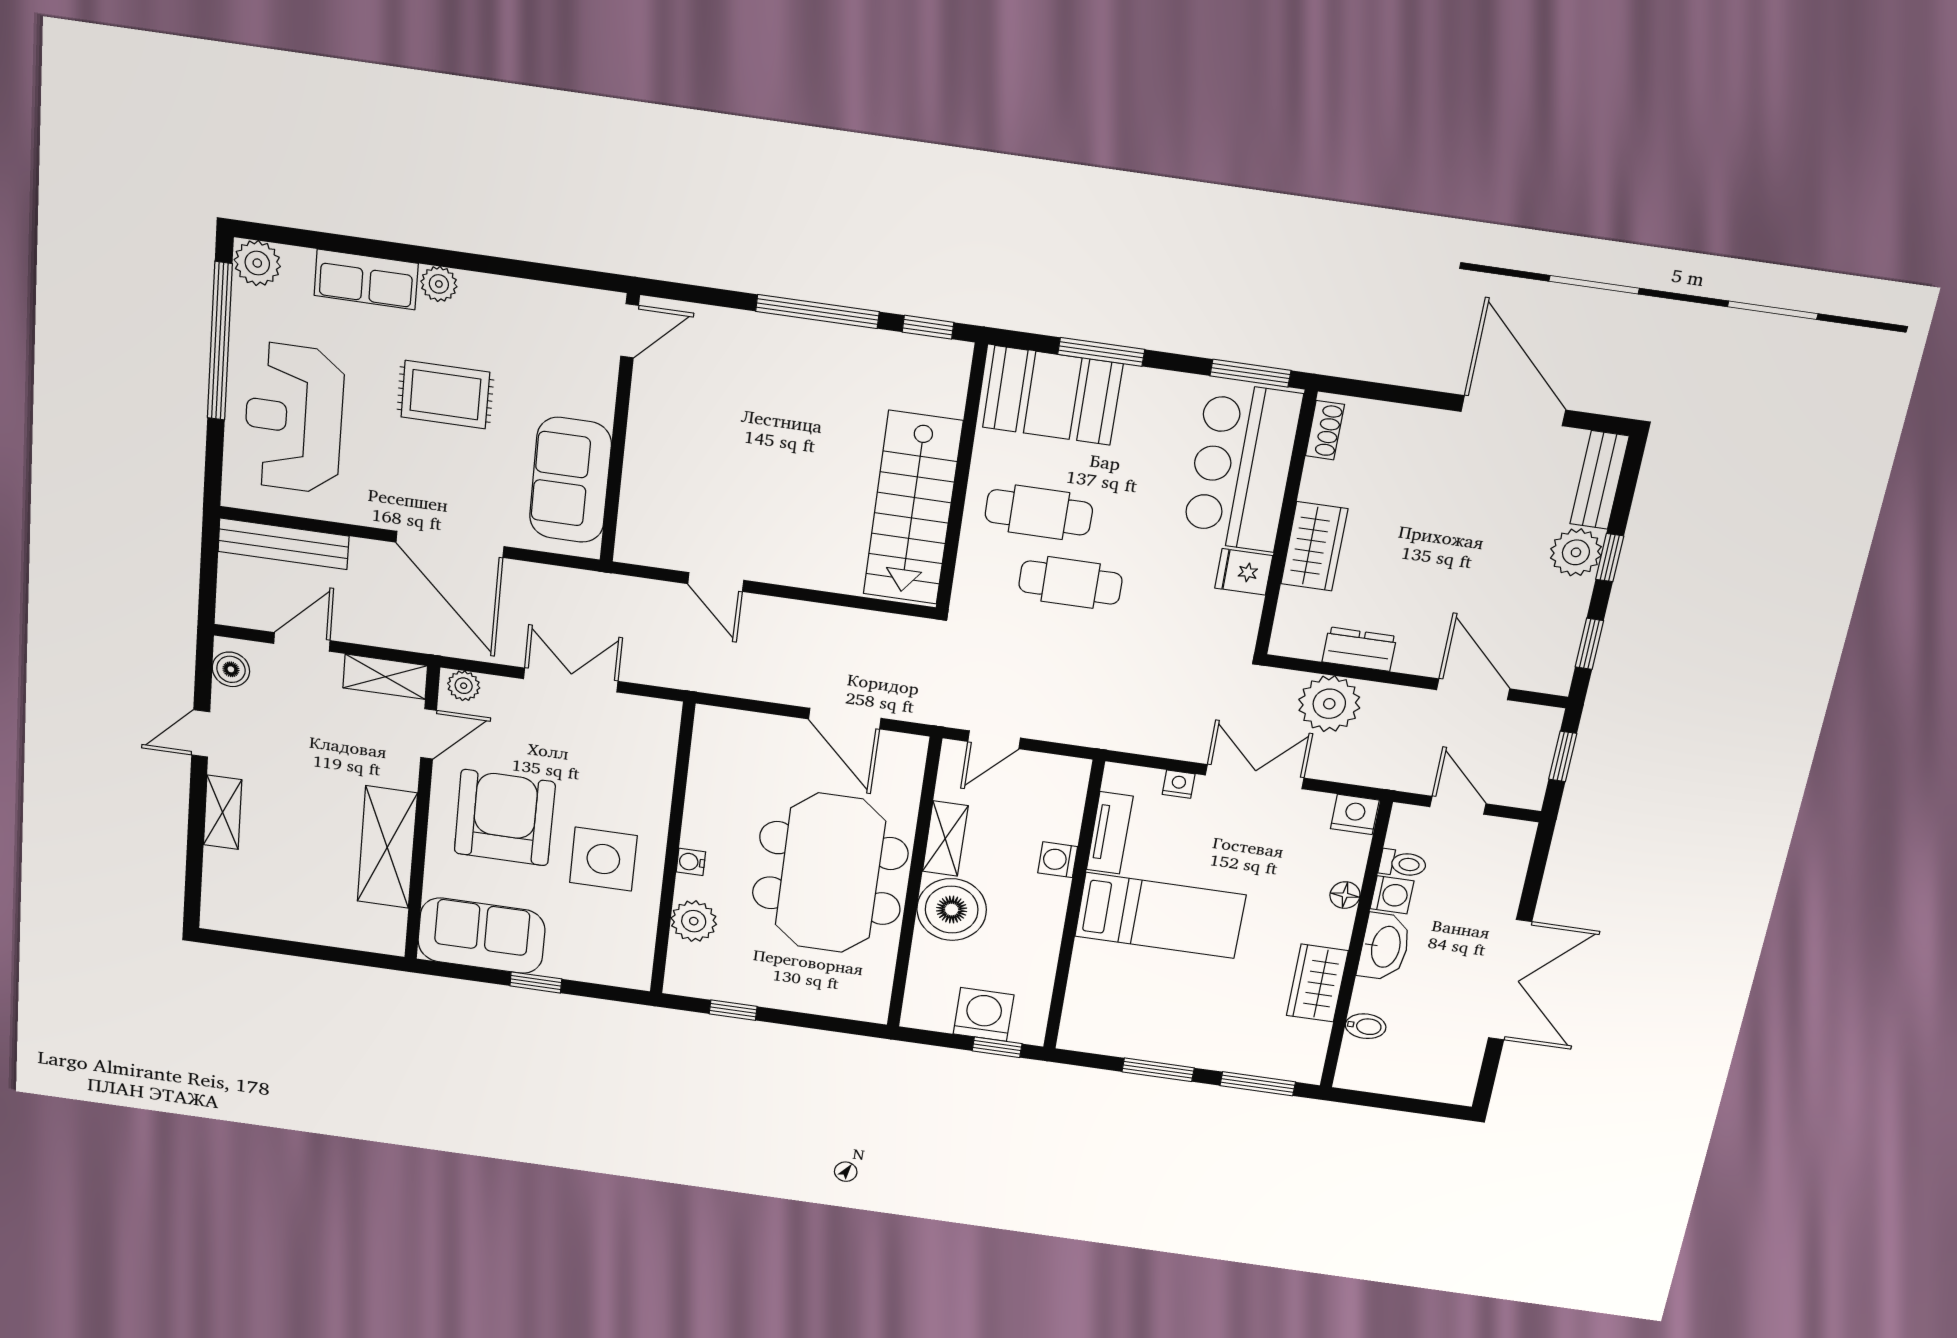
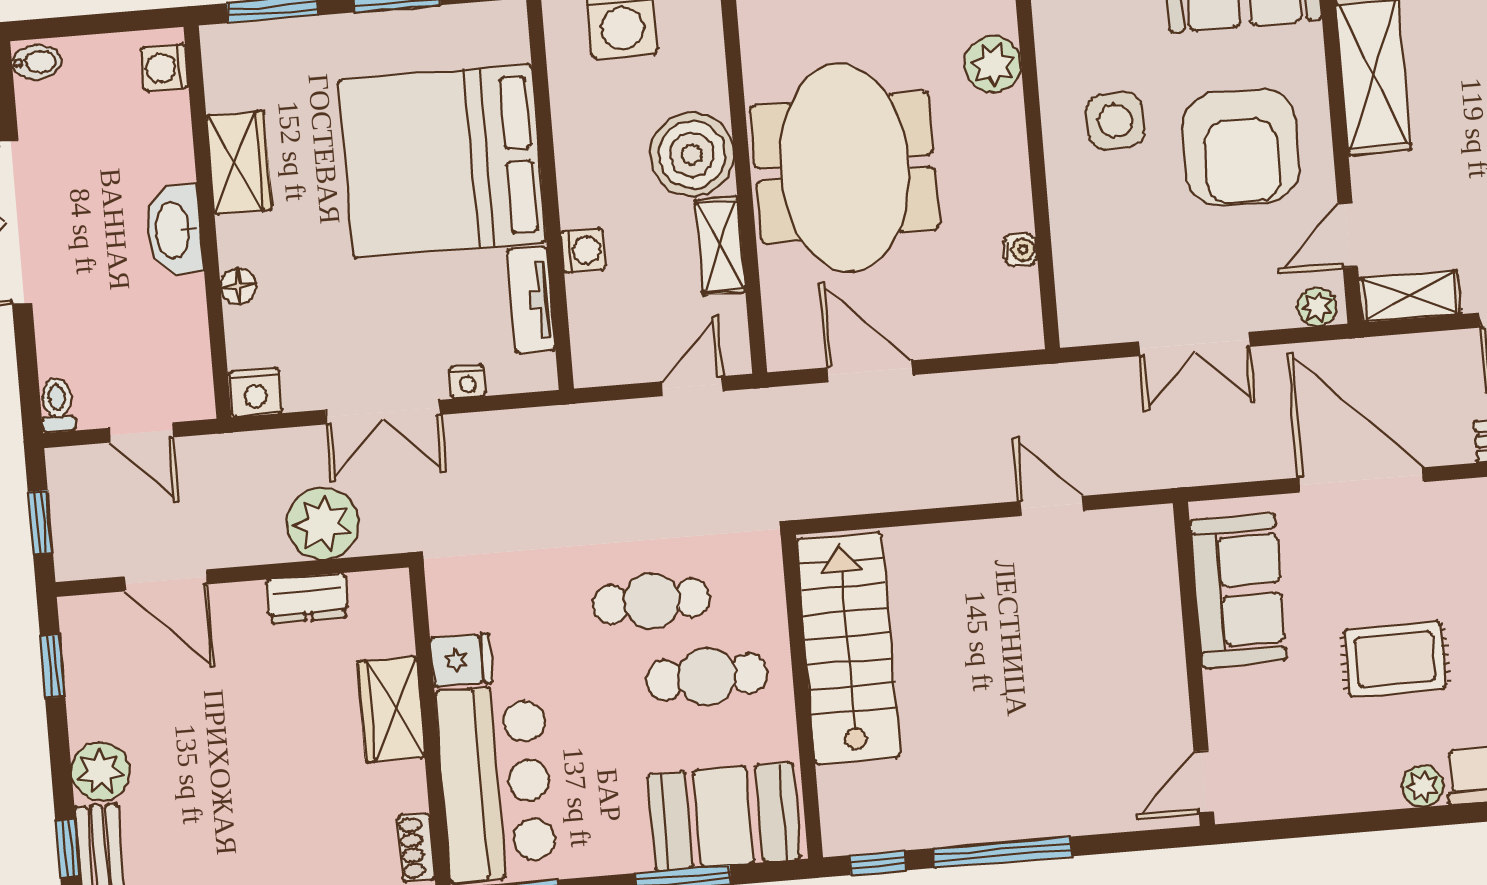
window: (1610, 558) -> (68, 848), moved
side table: (603, 859) -> (1115, 121), width x0.73, depth x0.73
water cooler: (691, 862) -> (1020, 250), moved
toilet: (1403, 864) -> (57, 405), moved, turned 90
washing machine: (1392, 895) -> (165, 68), moved
bed: (1160, 916) -> (442, 161), width x2.04
bidet: (1366, 1026) -> (37, 62), moved, turned 180

